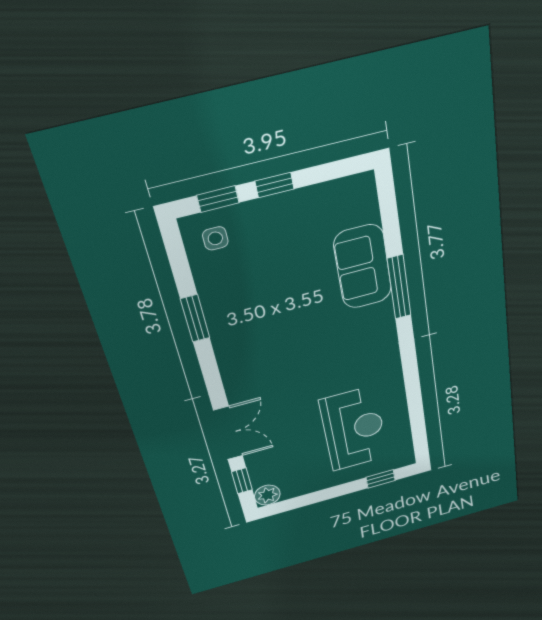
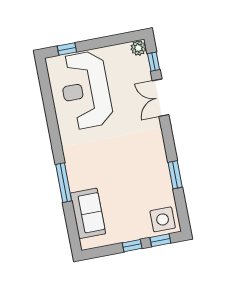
side table: (215, 238) -> (163, 219), width x1.87, depth x1.87
sofa: (363, 267) -> (88, 213), moved
reception desk: (354, 429) -> (86, 90), width x1.36, depth x1.30

